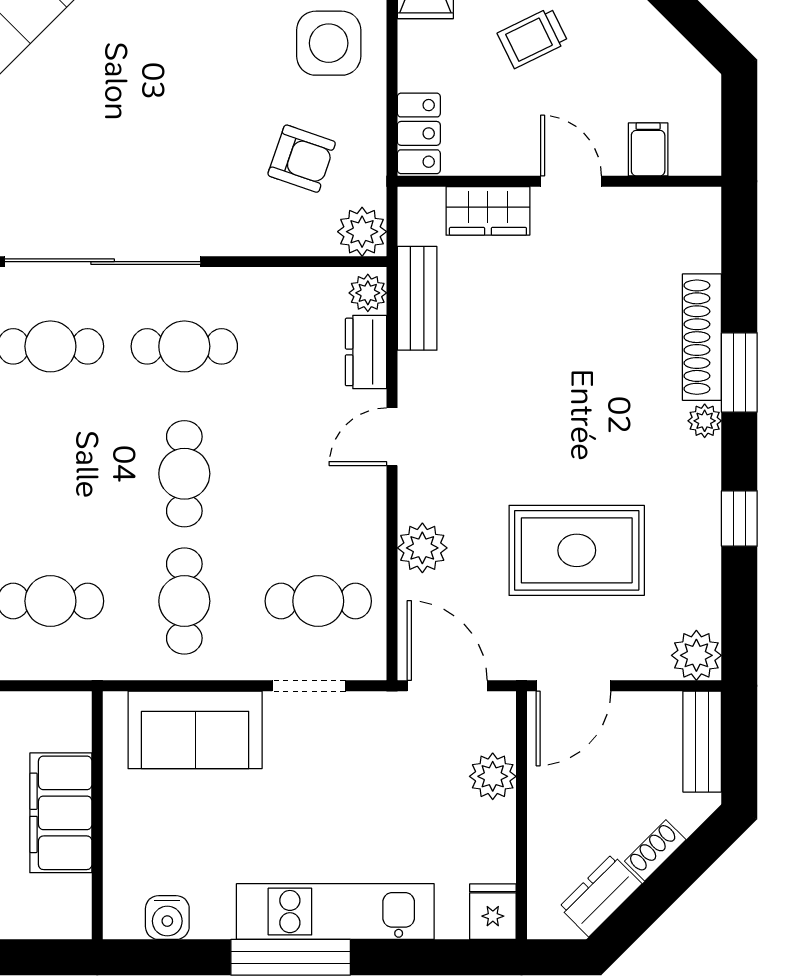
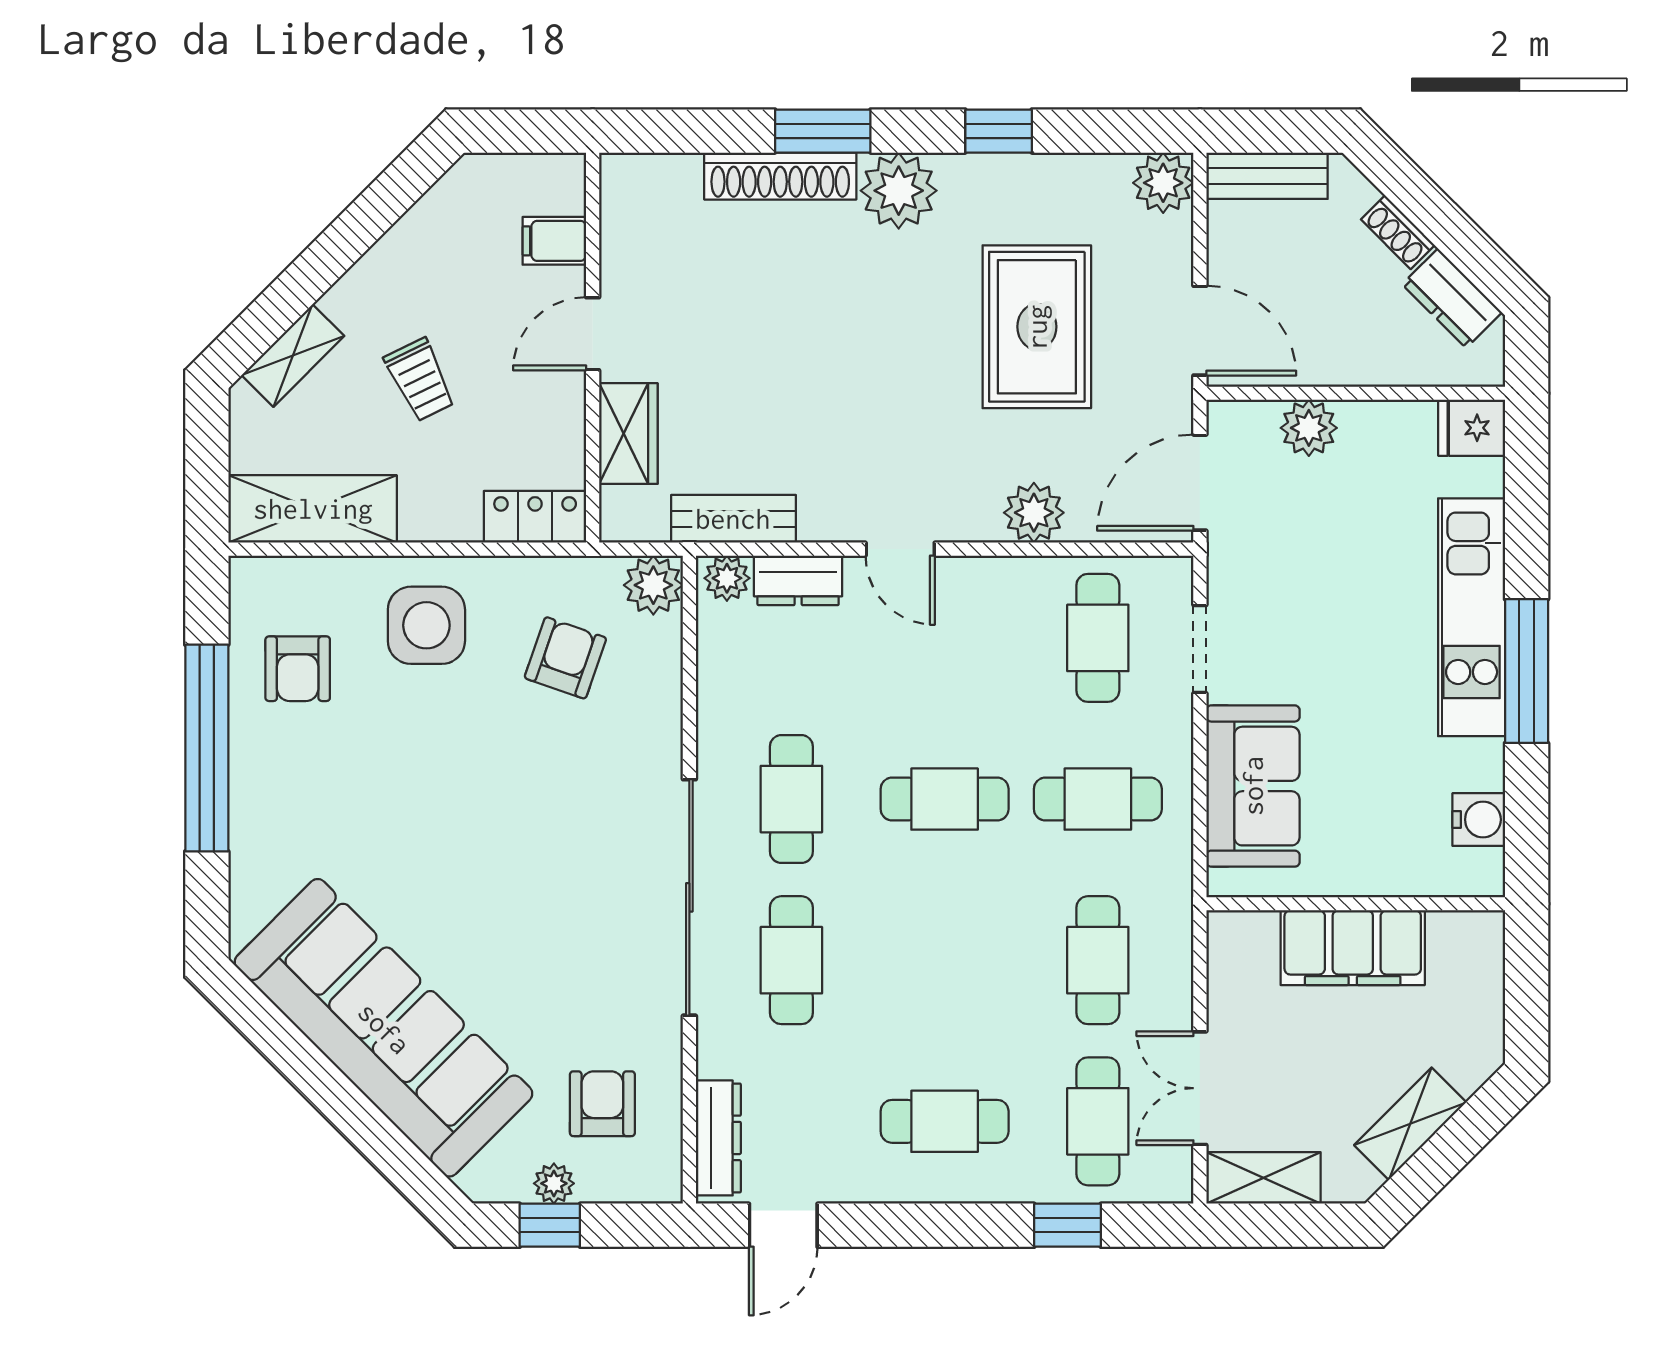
plant: (705, 421) -> (899, 191), width x1.88, depth x1.88

